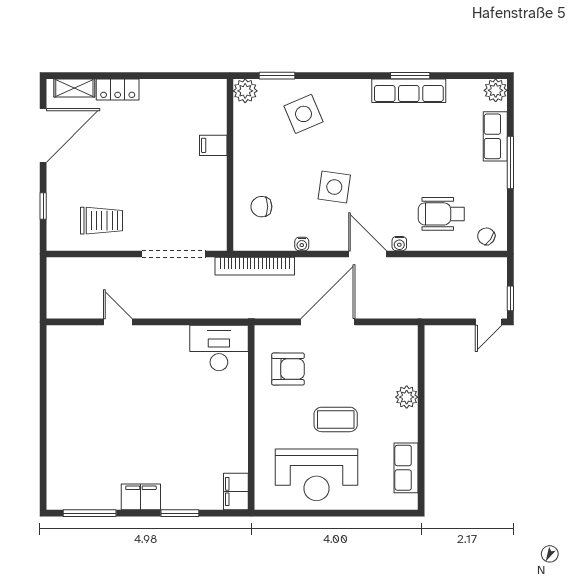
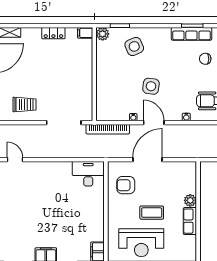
locker: (118, 89) -> (53, 33), moved
filing cabinet: (213, 145) -> (85, 33), moved
chair: (261, 207) -> (205, 59), moved
door: (368, 254) -> (154, 123), moved
door: (118, 322) -> (15, 160), moved
armchair: (288, 369) -> (126, 185), turned 180
row of seats: (406, 468) -> (190, 221), moved

